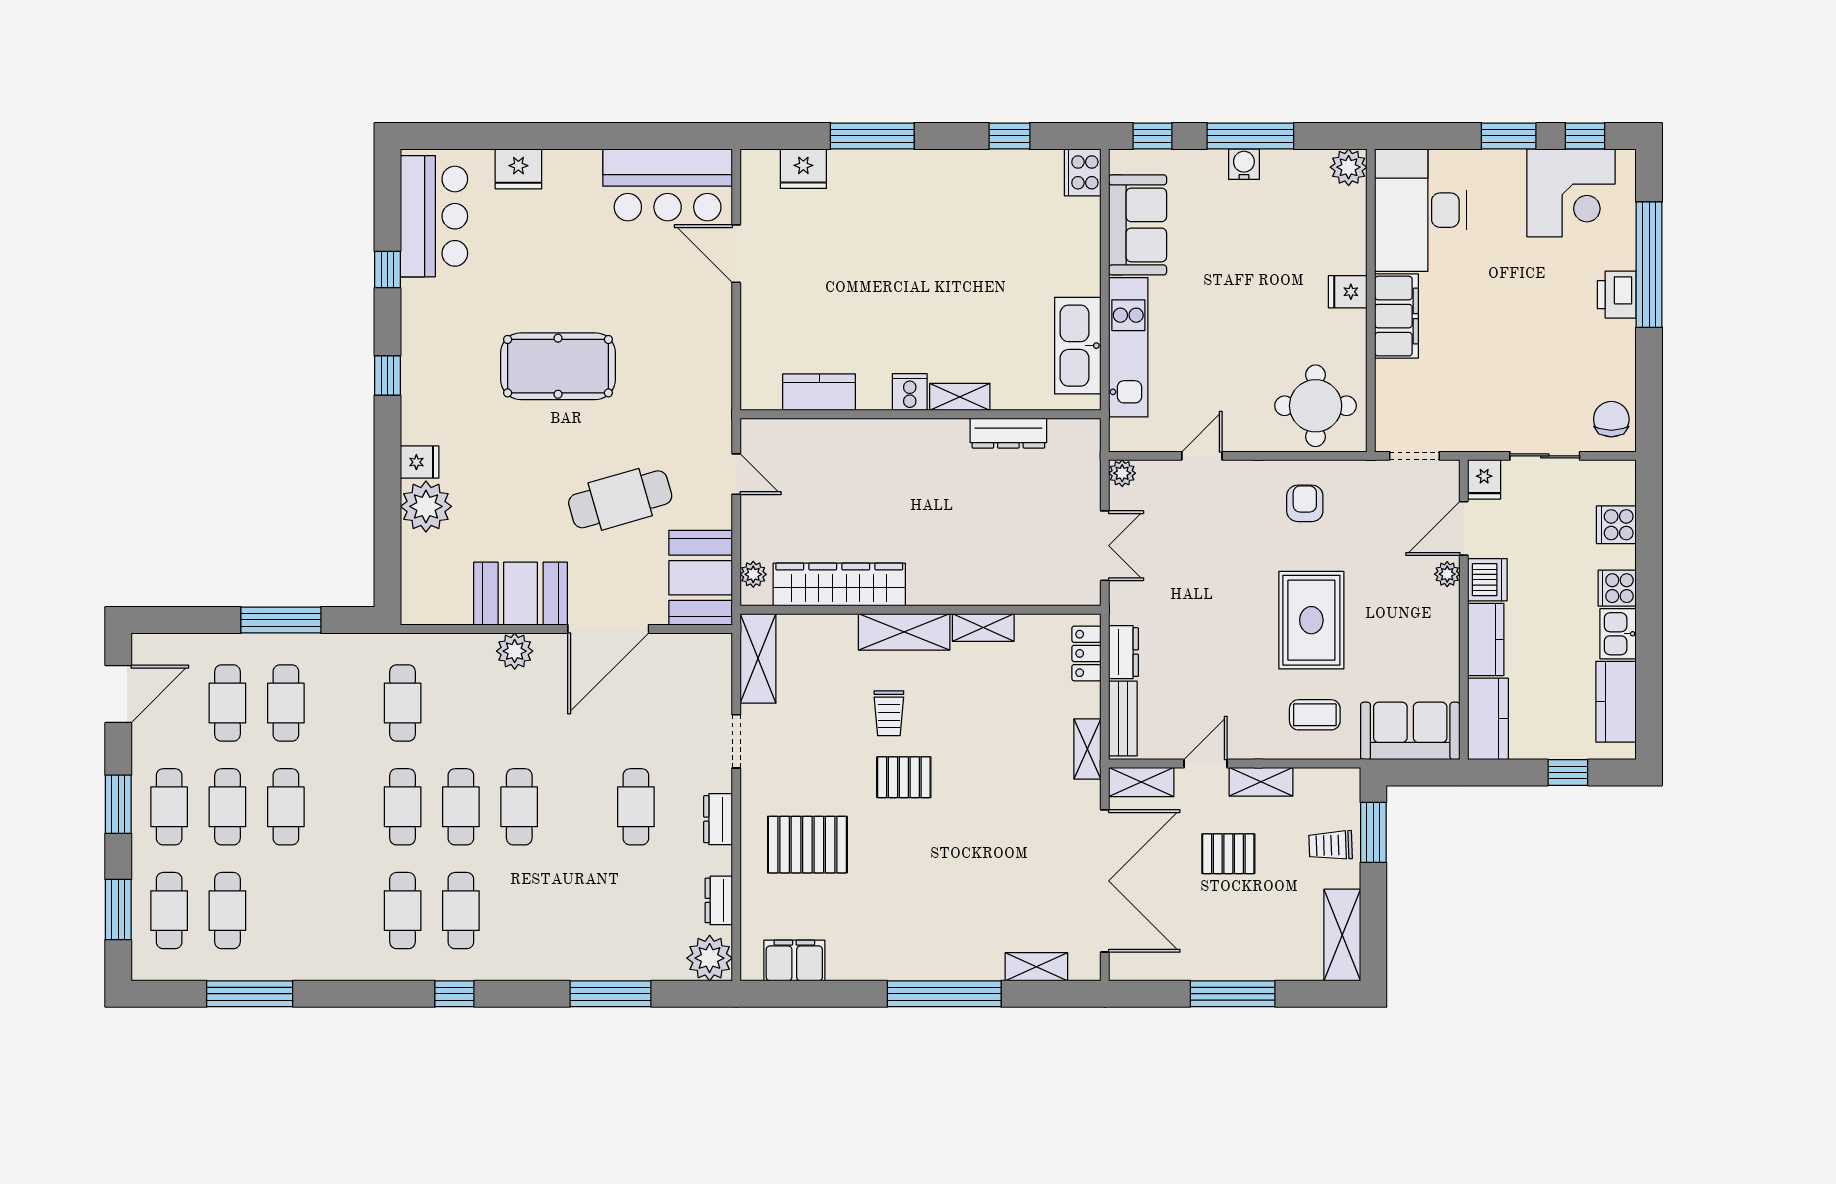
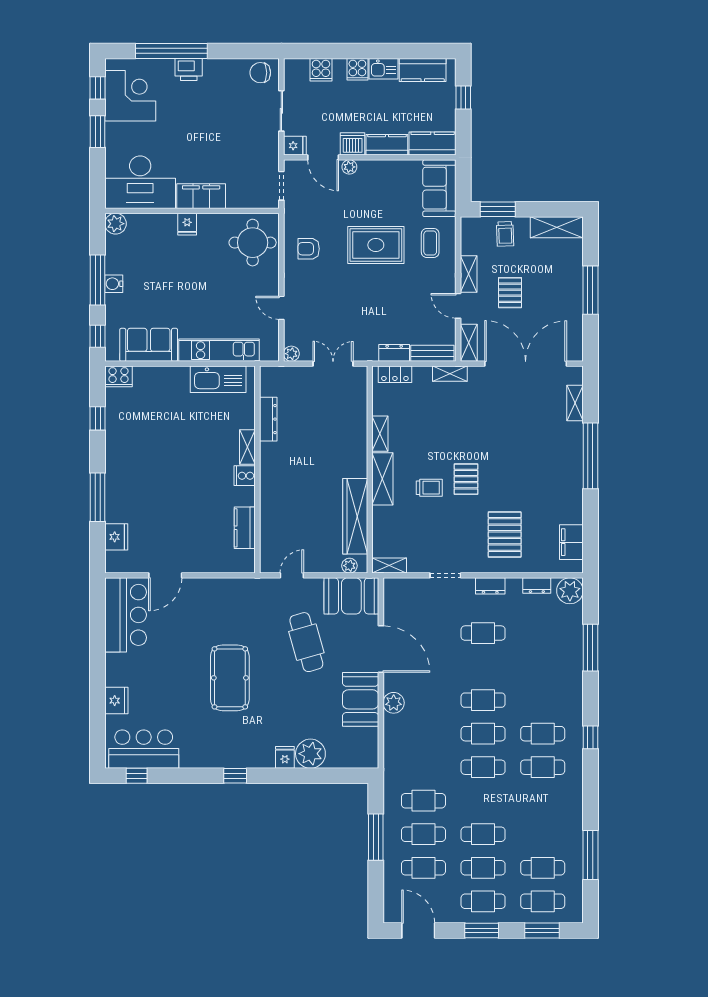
window: (387, 269) -> (137, 776), moved
shelving: (758, 658) -> (389, 566), width x0.67, depth x0.75
cafe table: (403, 703) -> (423, 801), moved

